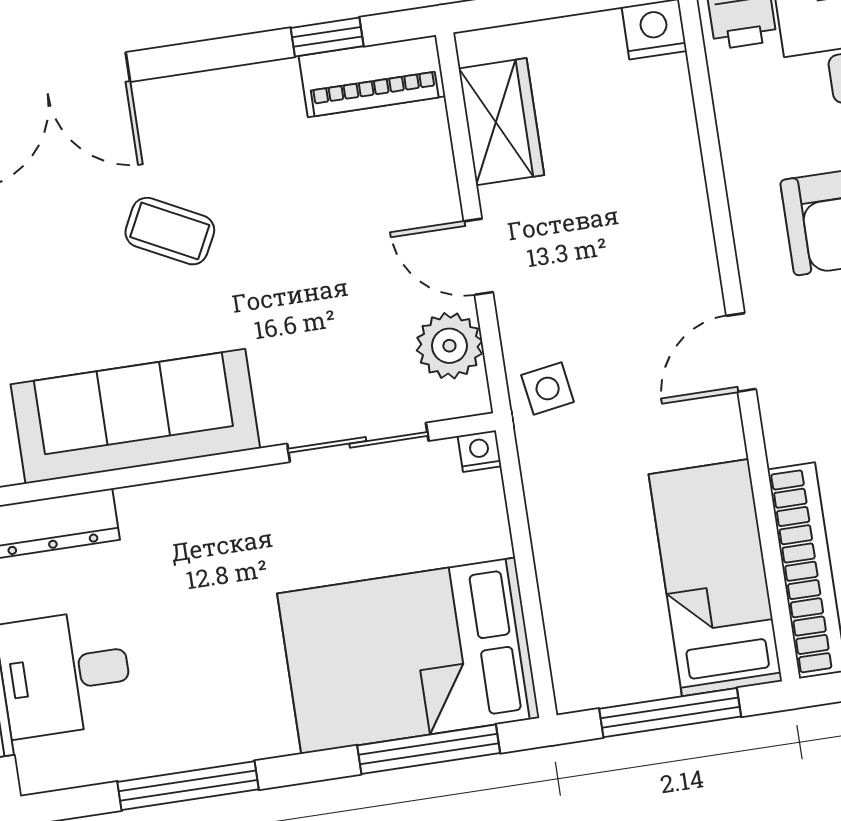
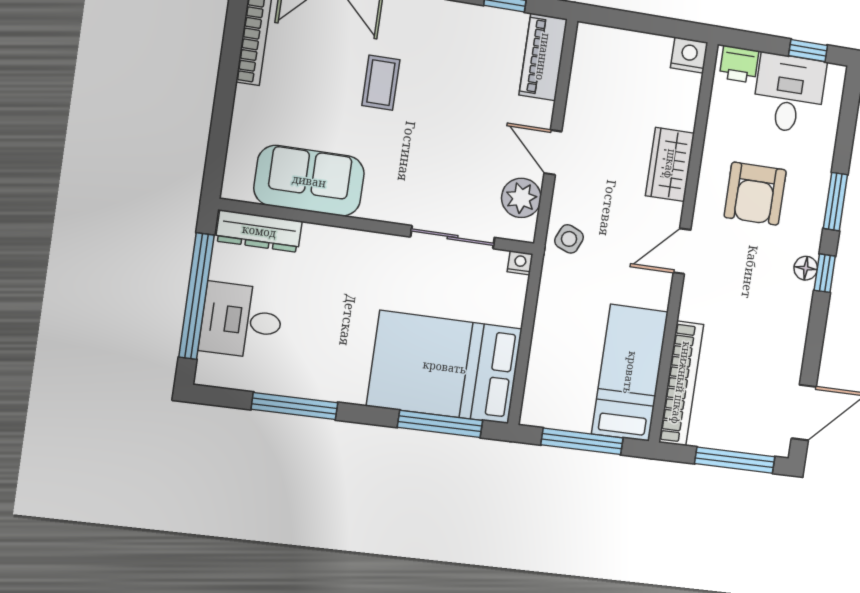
piano: (372, 76) -> (543, 57), moved, turned 90
wardrobe: (501, 122) -> (670, 164), moved, turned 180
coffee table: (170, 231) -> (381, 83), turned 63
side table: (548, 389) -> (569, 239), turned 32
sofa: (135, 416) -> (309, 181), width x0.73

